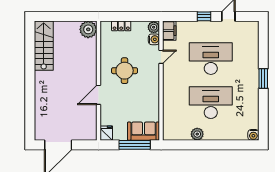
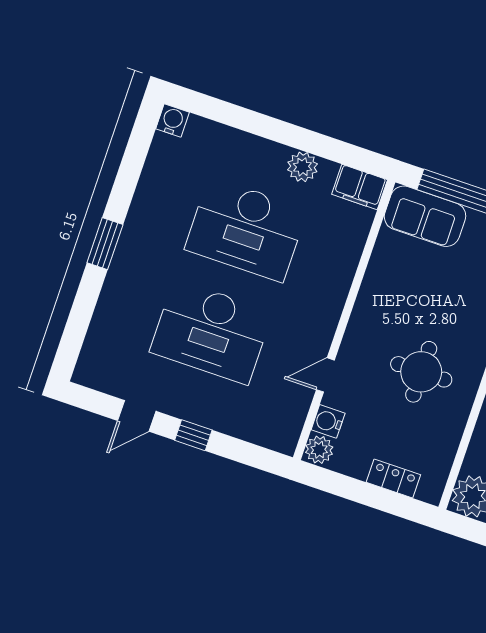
filing cabinet: (169, 31) -> (360, 187), moved, turned -90

